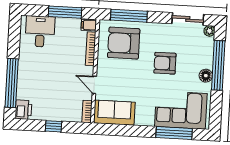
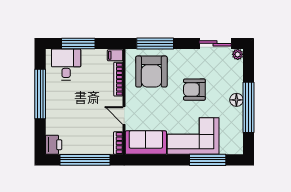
window: (65, 12) -> (78, 43), moved
armchair: (124, 43) -> (151, 72), turned -90
window: (218, 65) -> (249, 107), moved
window: (12, 83) -> (40, 94), moved
corner sofa: (181, 110) -> (193, 136), moved
window: (54, 126) -> (85, 160), width x3.17

